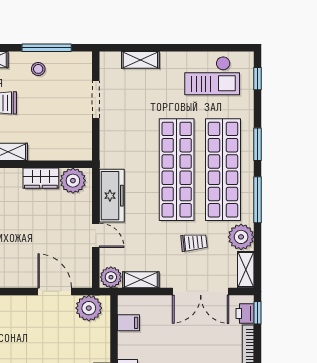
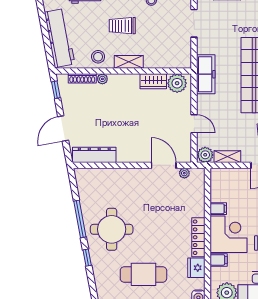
freezer: (112, 196) -> (206, 74), moved
plant: (89, 308) -> (184, 173), width x0.53, depth x0.53
filing cabinet: (128, 323) -> (218, 209), moved

